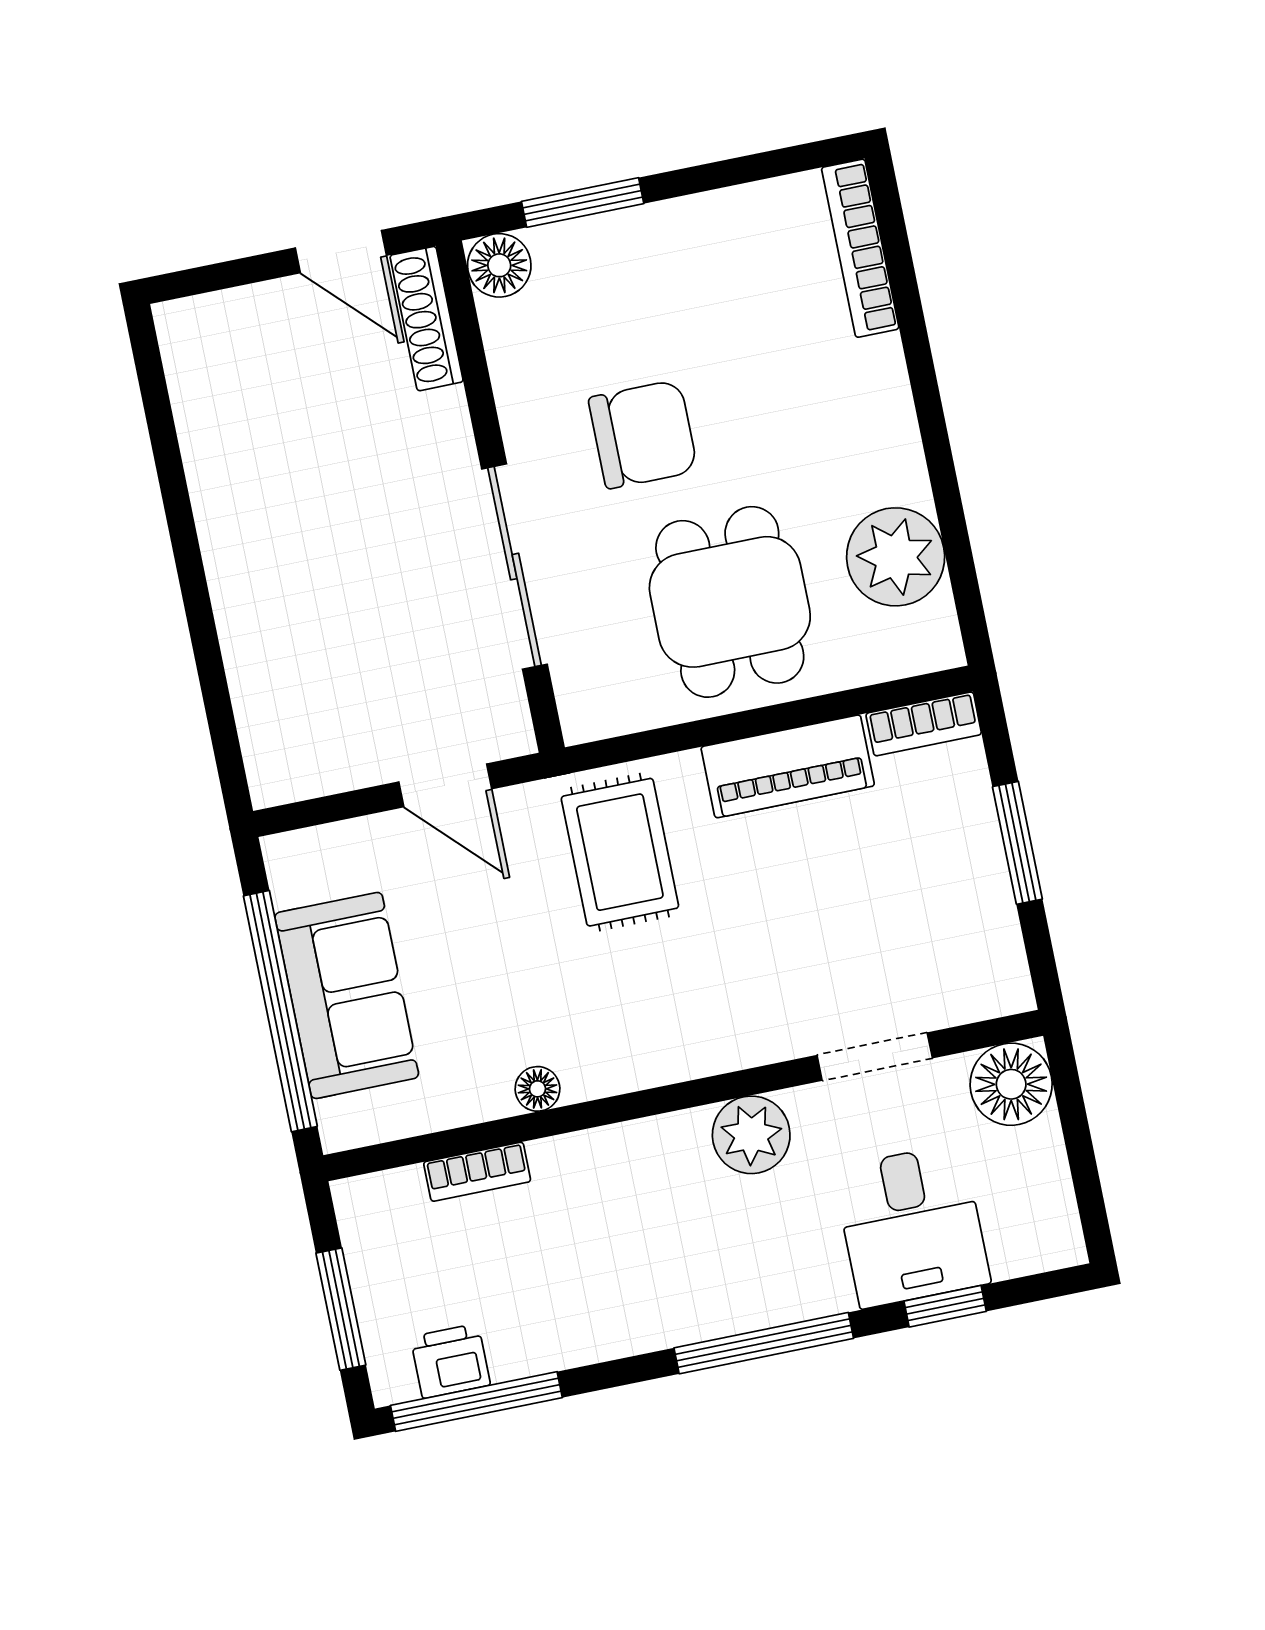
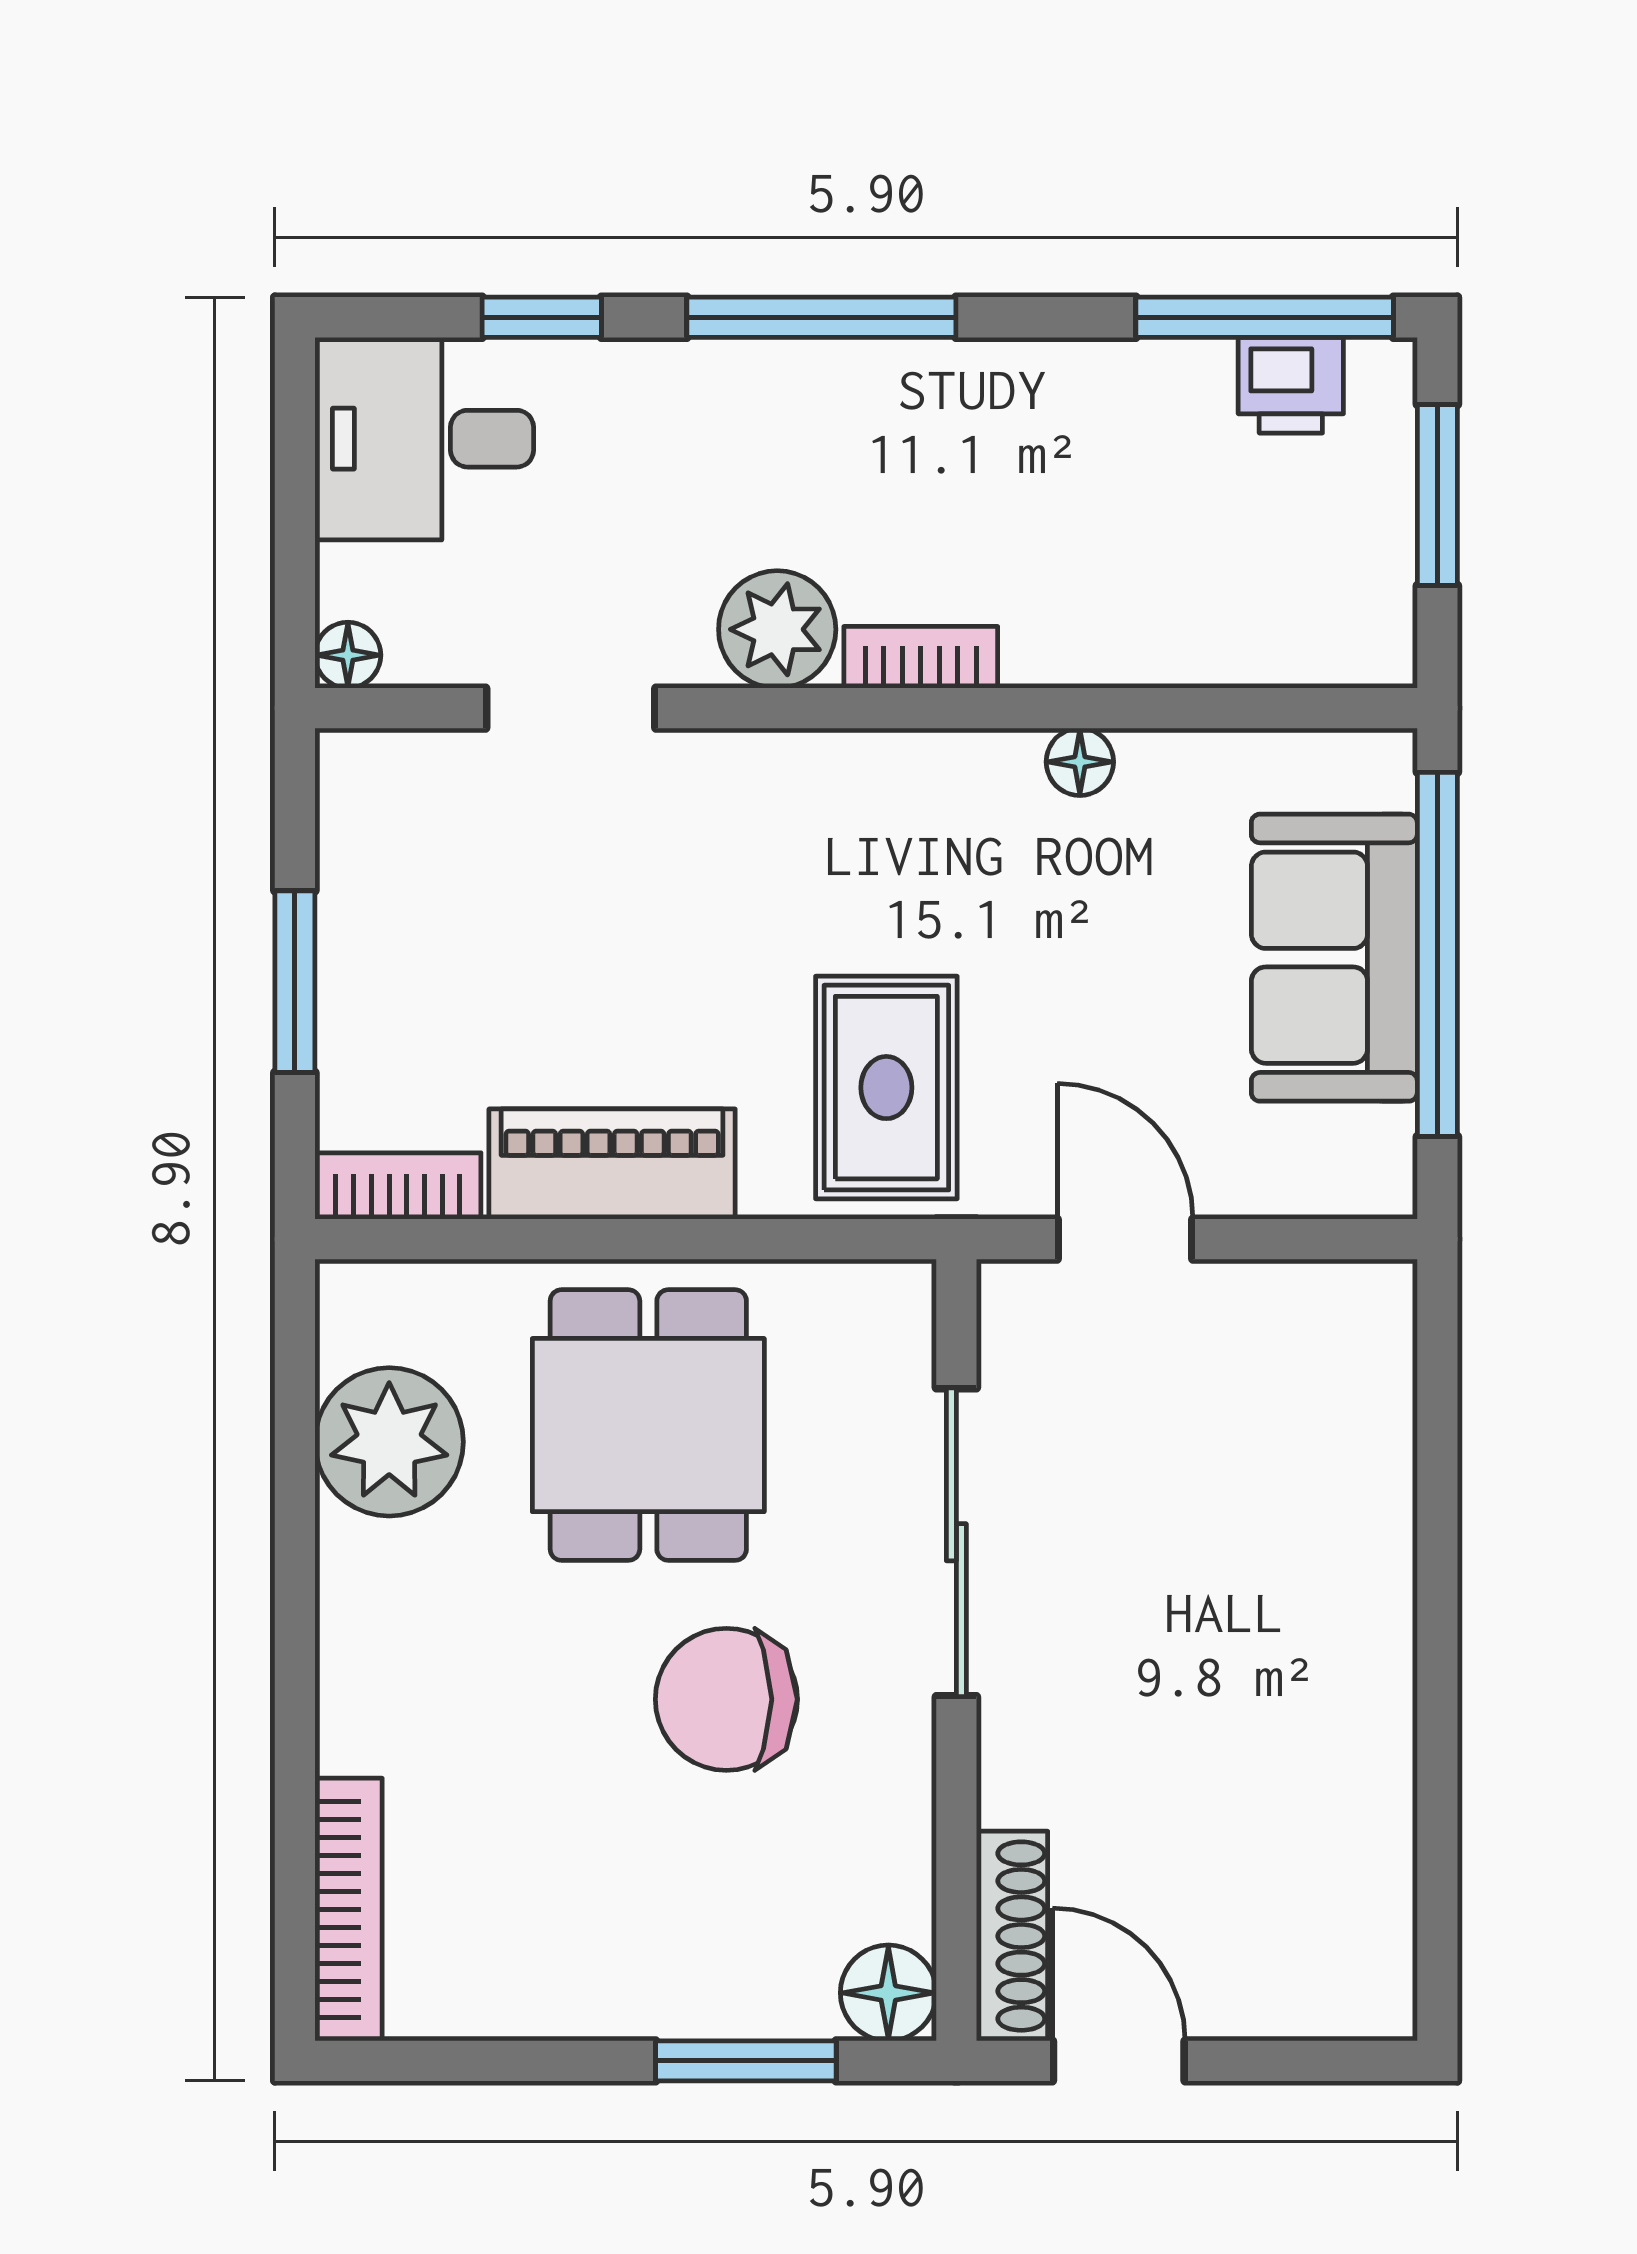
floor lamp: (1011, 1084) -> (348, 655), width x0.53, depth x0.53
bookcase: (477, 1172) -> (921, 657), moved
desk: (912, 1226) -> (424, 439), moved, turned -90

